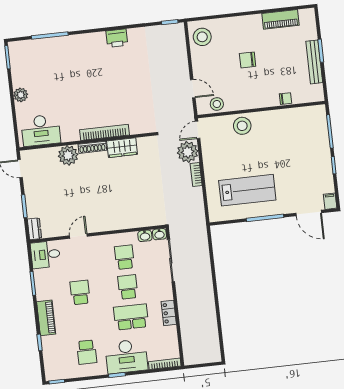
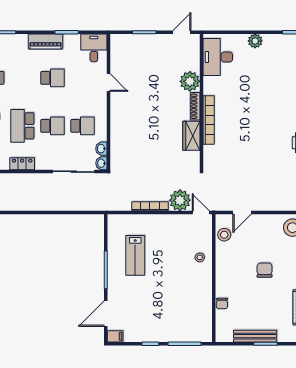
stool: (242, 126) -> (200, 257), width x0.53, depth x0.53
bookcase: (196, 174) -> (150, 206), width x1.56
lab bench: (247, 190) -> (135, 255), width x0.73, depth x0.72
dresser: (34, 229) -> (121, 40), removed
school desk: (131, 317) -> (22, 126), turned 180
piano: (46, 318) -> (46, 41), moved

